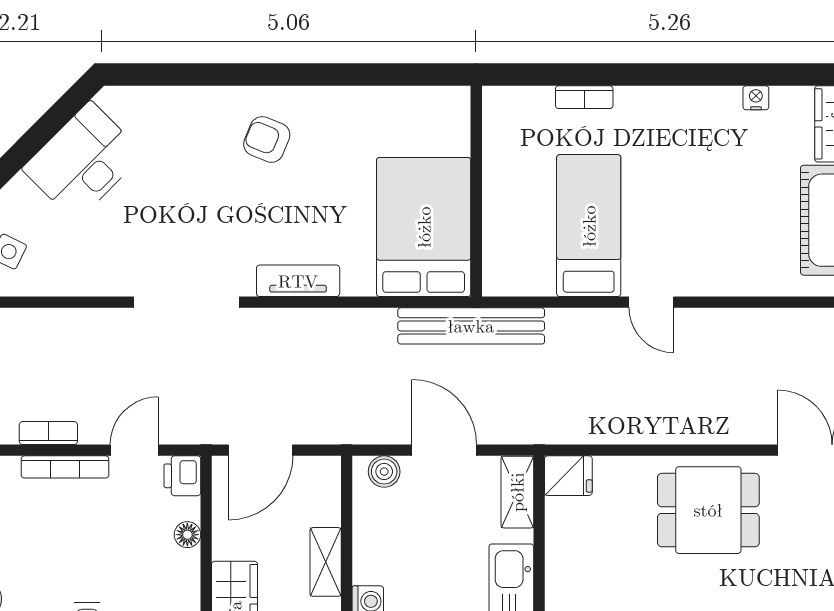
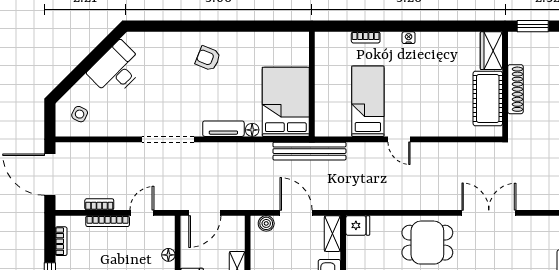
nightstand: (756, 98) -> (409, 38), moved
floor lamp: (356, 283) -> (252, 130), added
printer: (182, 476) -> (166, 226), removed

